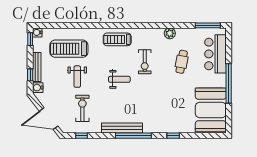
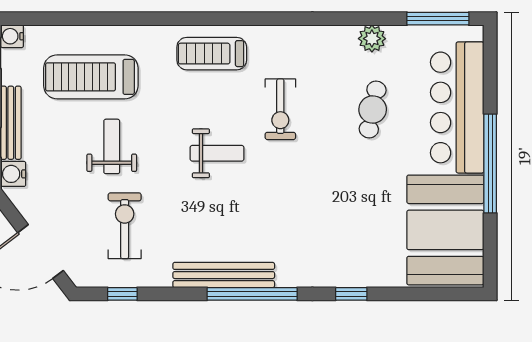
plant: (170, 33) -> (372, 39), moved
bar counter: (215, 54) -> (457, 107), width x1.36
weight bench: (77, 77) -> (112, 146), turned 180

